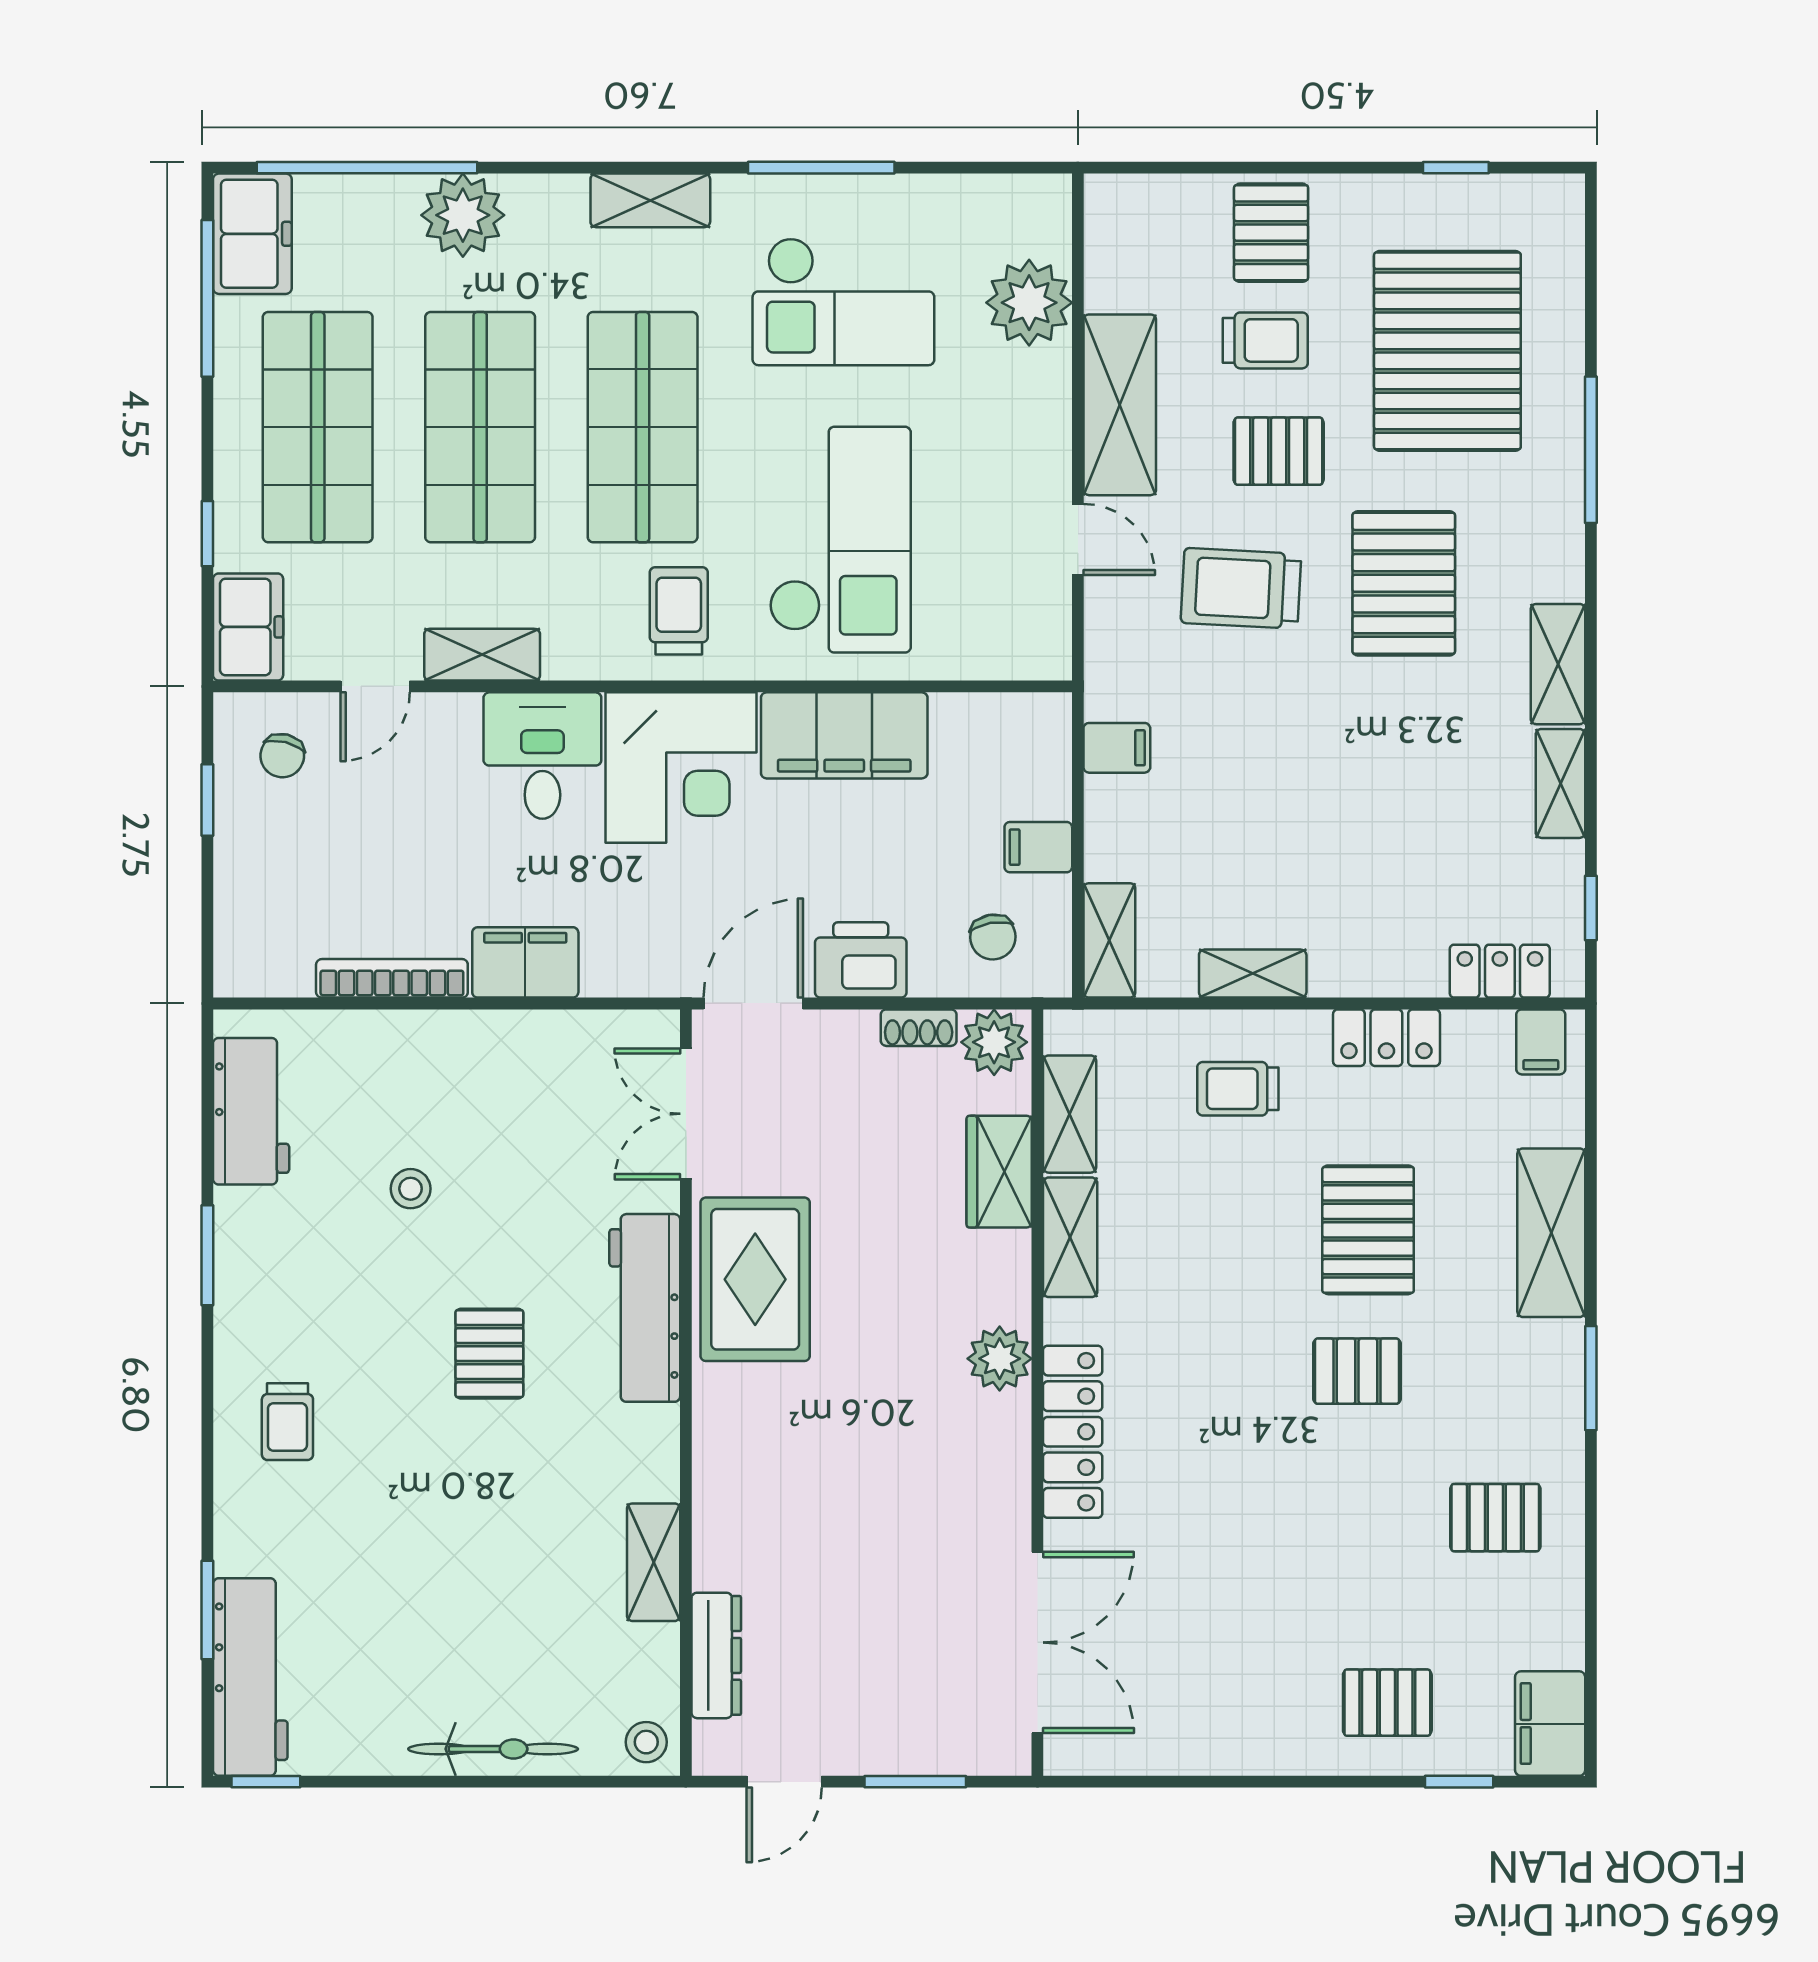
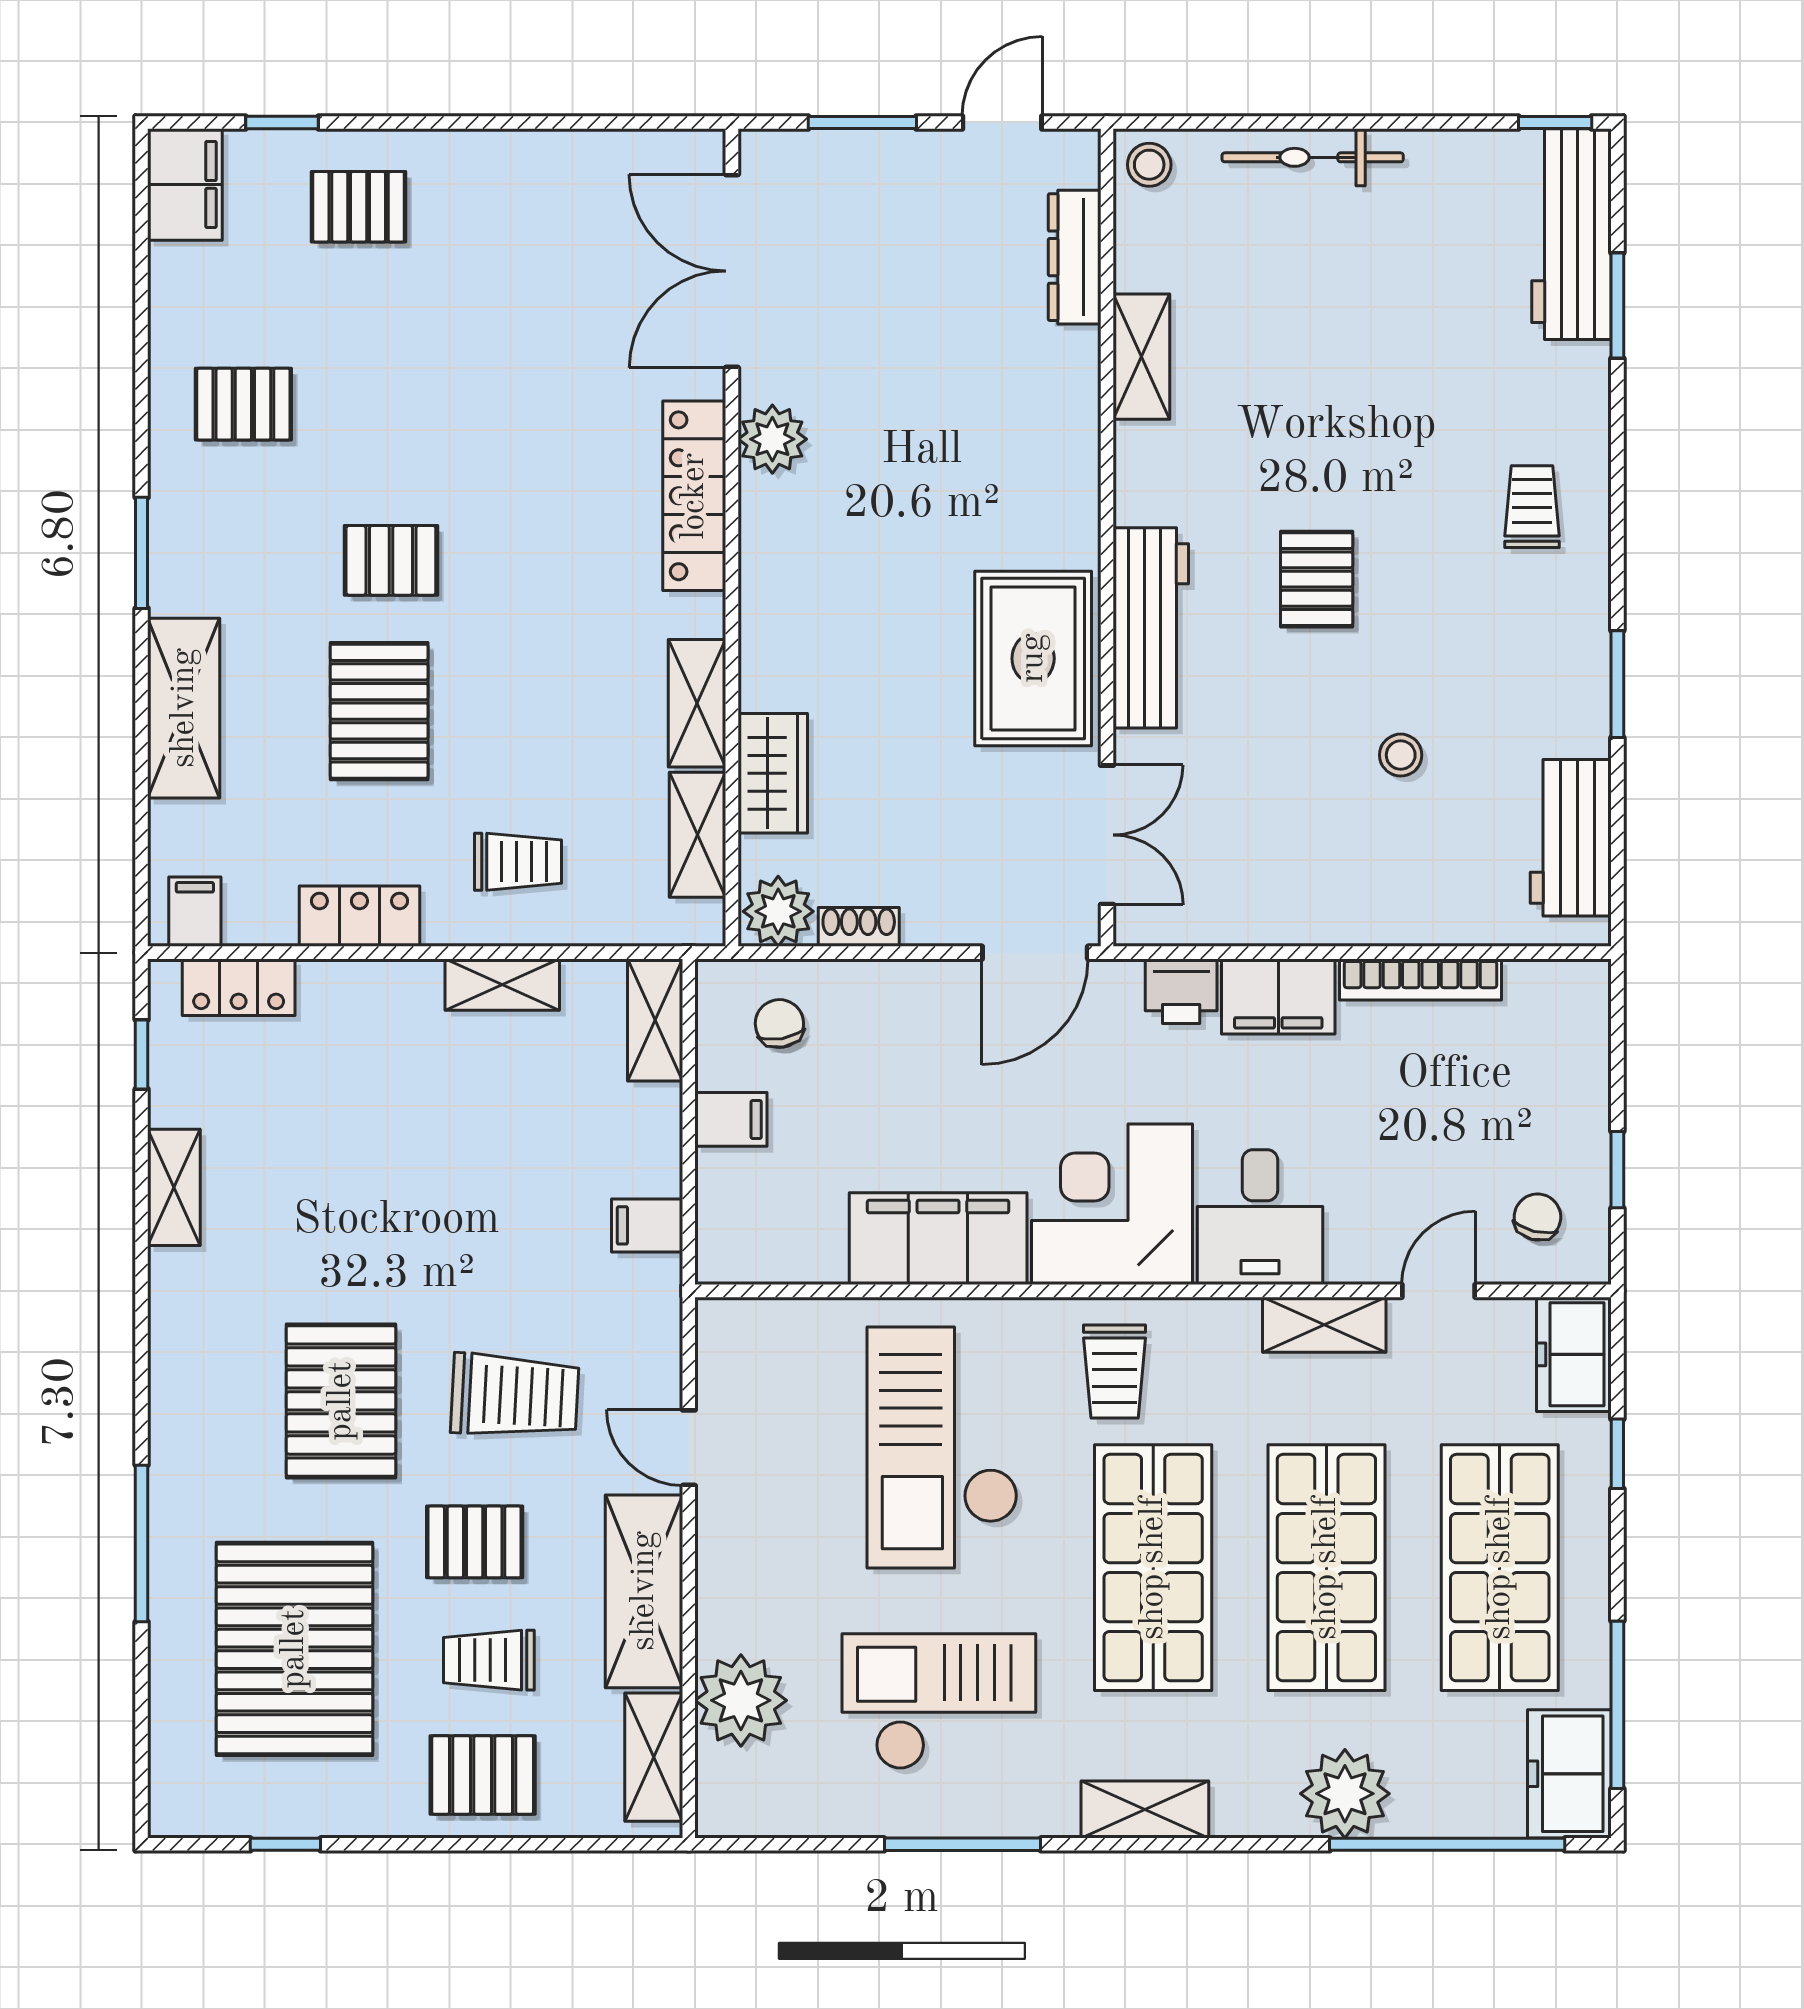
pallet: (1271, 233) -> (483, 1775), turned 90
shelving: (1558, 664) -> (654, 1757), moved
printer: (861, 960) -> (1181, 991), moved, width x0.73, depth x0.81
plant: (1000, 1359) -> (772, 439), moved

